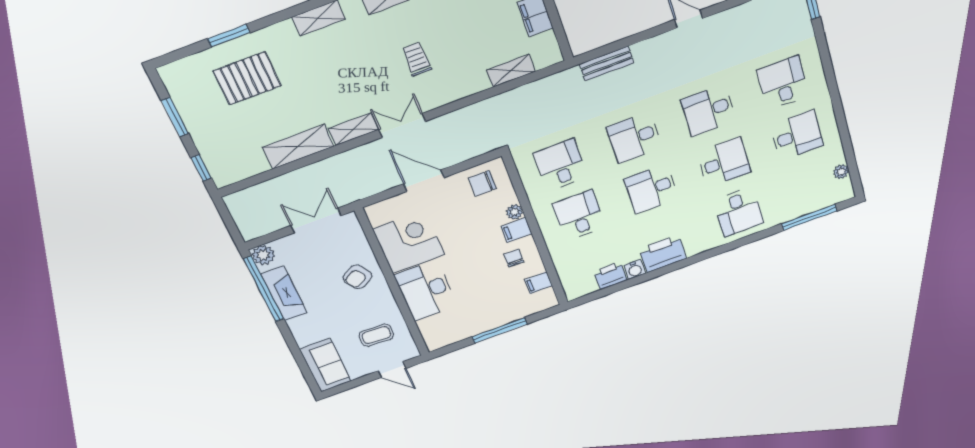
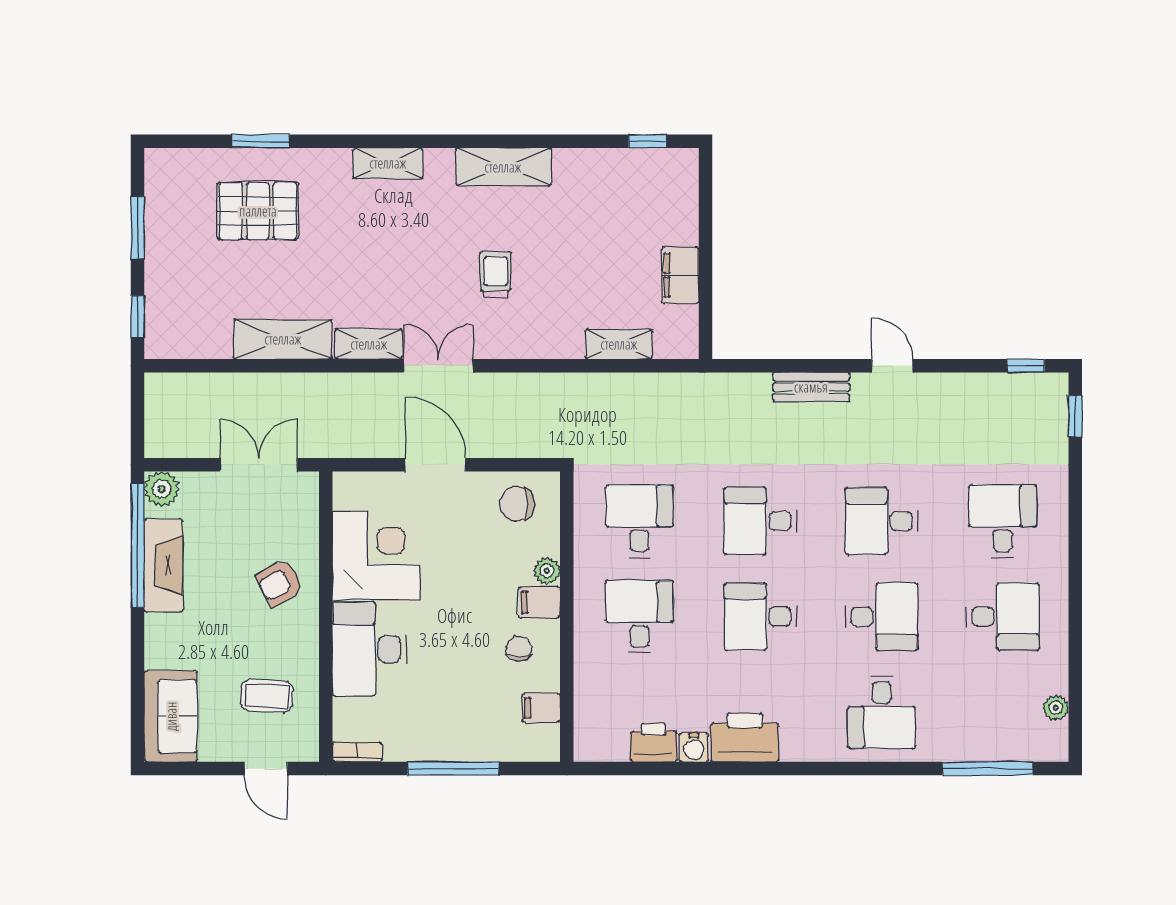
bench: (607, 63) -> (811, 387), moved
bookcase: (441, 343) -> (357, 752), added

